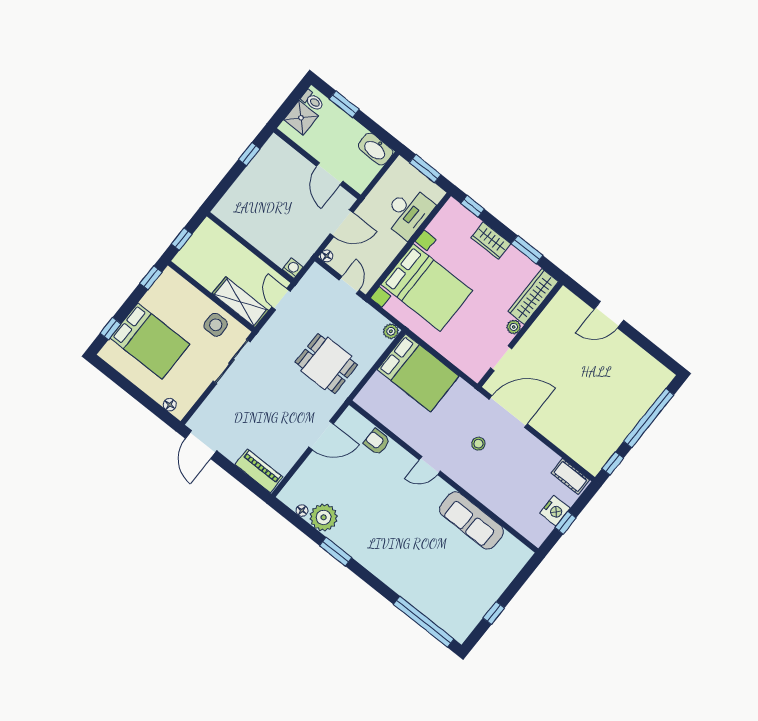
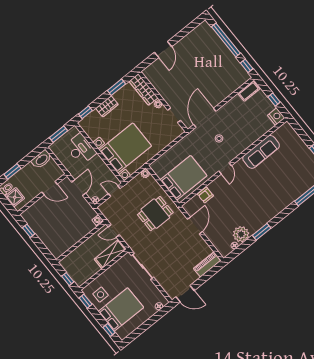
side table: (216, 325) -> (101, 295), moved
bed: (418, 373) -> (184, 178), moved
nightstand: (555, 511) -> (276, 117), moved

